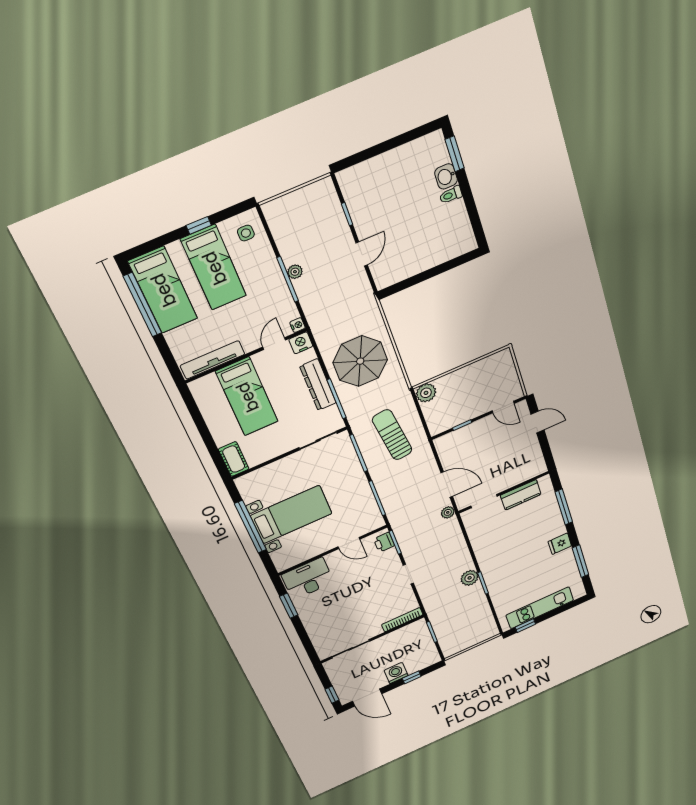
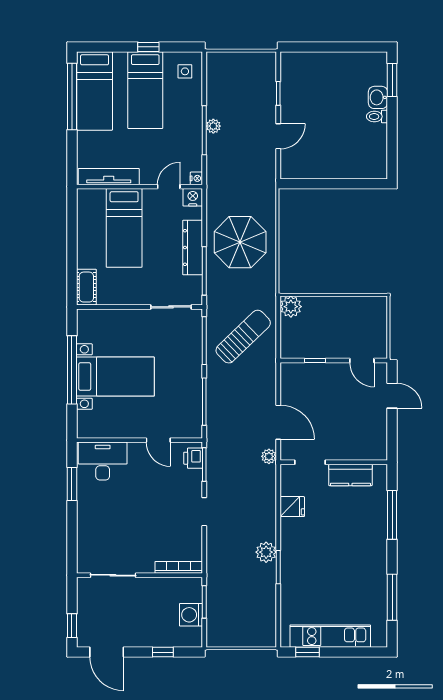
sun lounger: (392, 435) -> (243, 337), turned 53
fridge: (560, 544) -> (292, 507), moved, turned 180
washing machine: (396, 673) -> (191, 615), moved, turned -90

